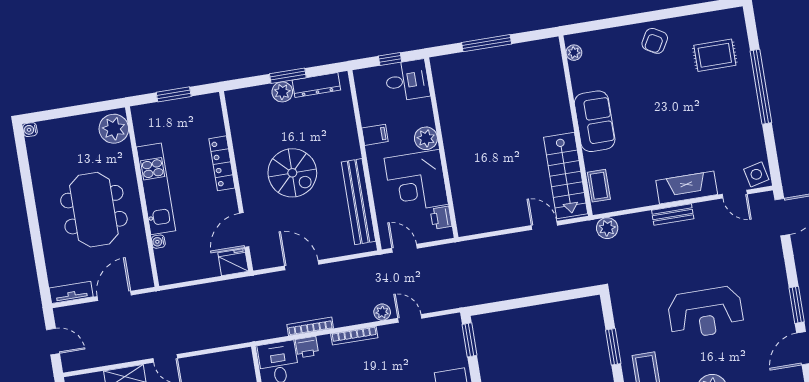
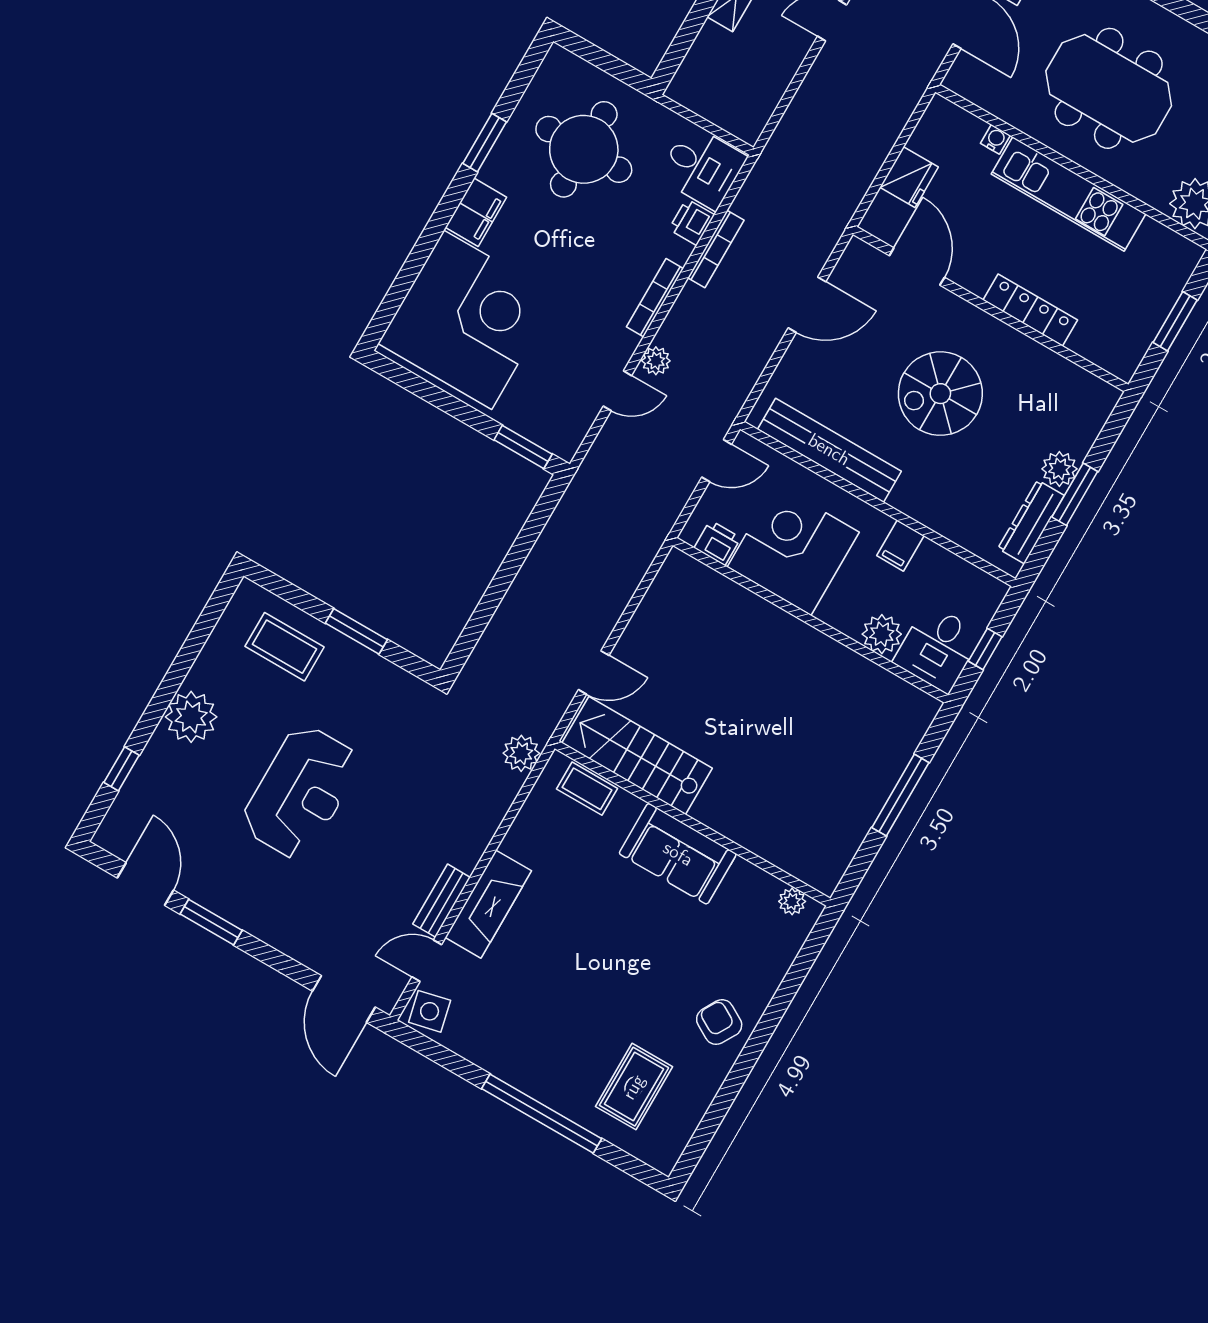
plant: (426, 138) -> (882, 634), moved
bench: (673, 214) -> (442, 901), moved
fridge: (233, 262) -> (909, 177), moved
reception desk: (706, 313) -> (301, 792), turned 180

